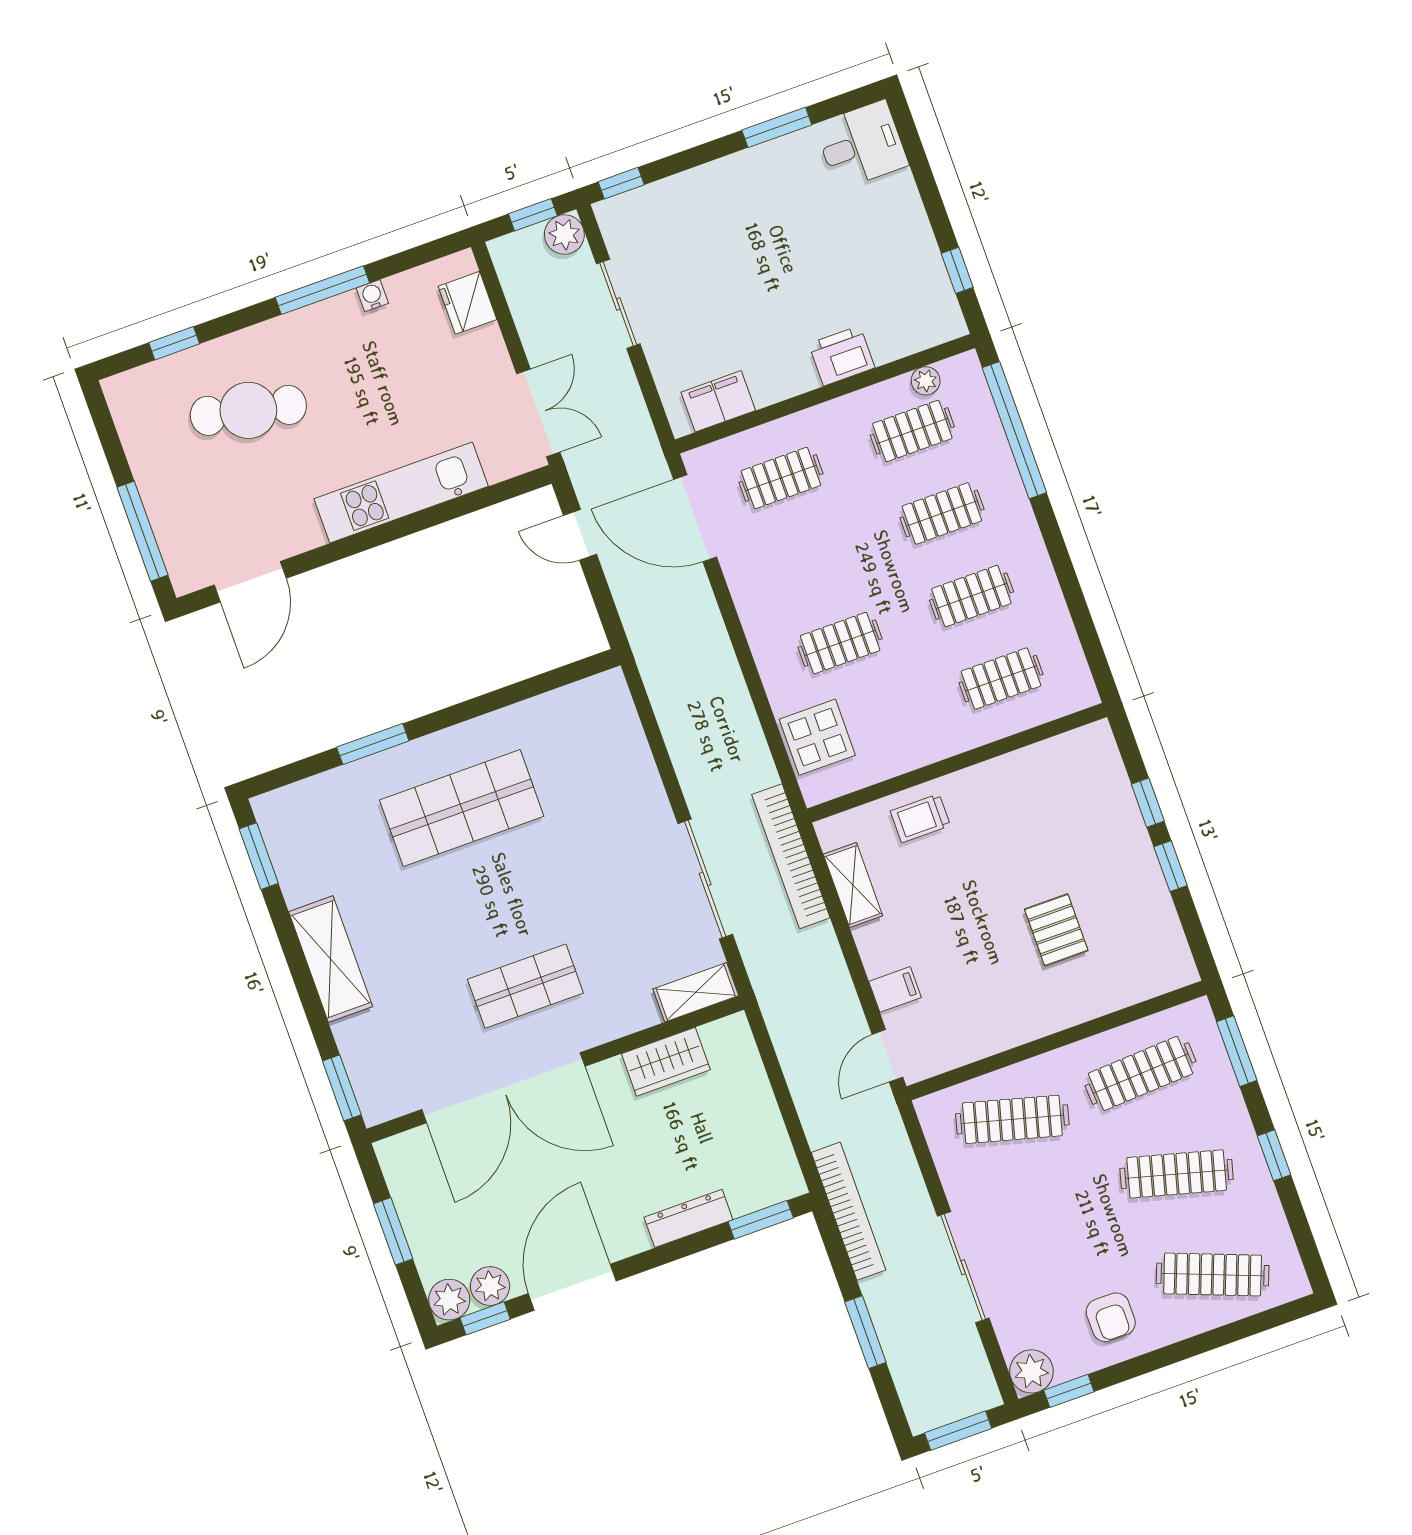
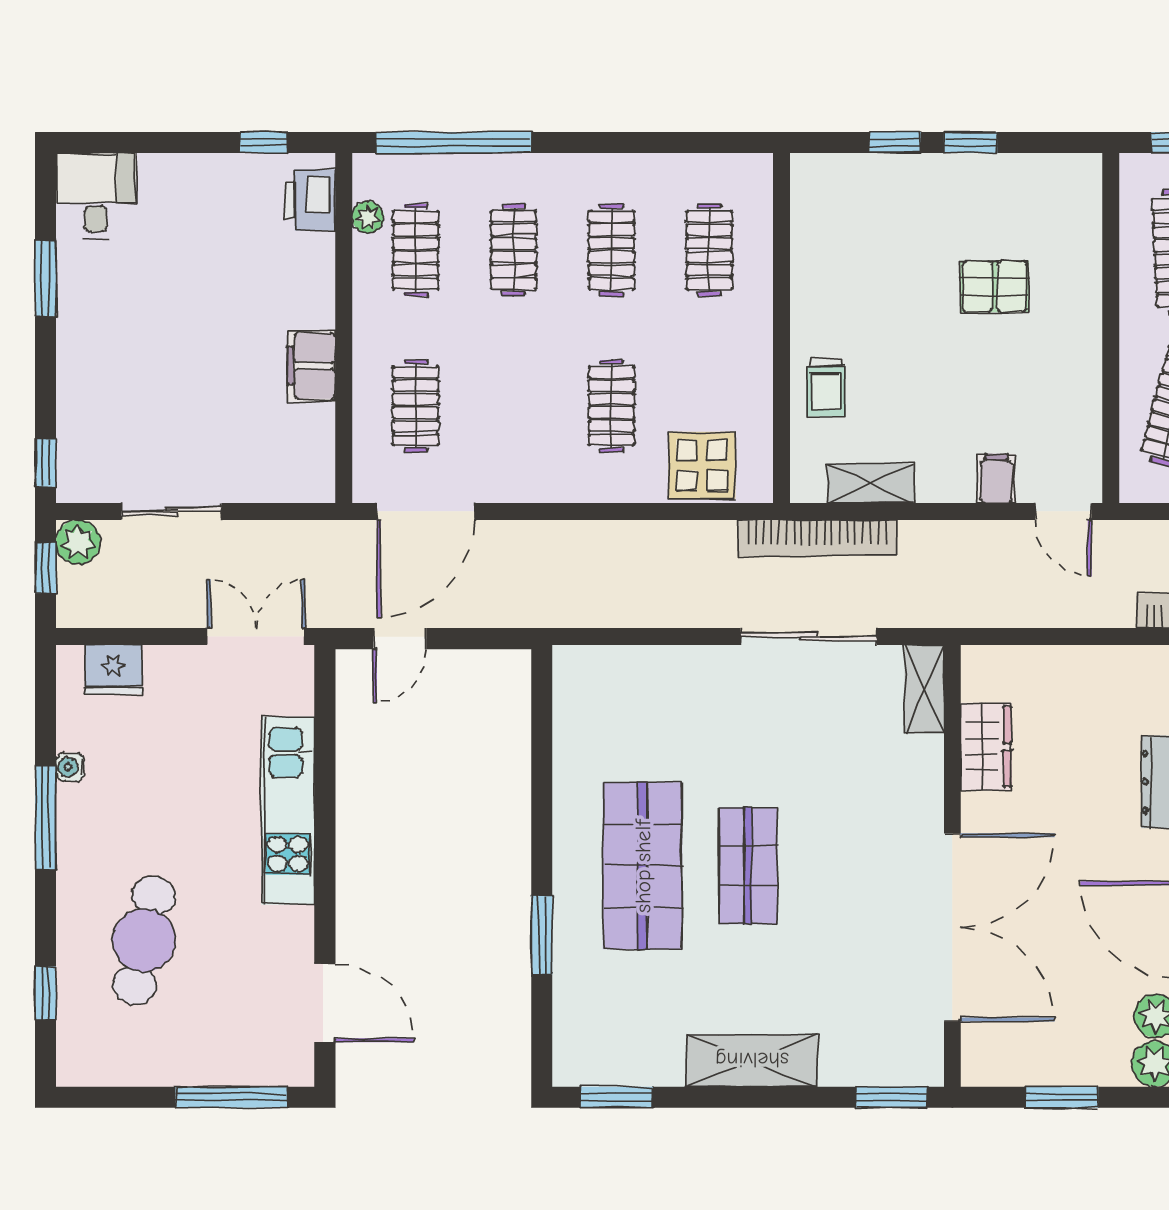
printer: (842, 356) -> (310, 200), moved
filing cabinet: (718, 401) -> (311, 366), moved
shop shelf: (525, 986) -> (748, 866), moved

